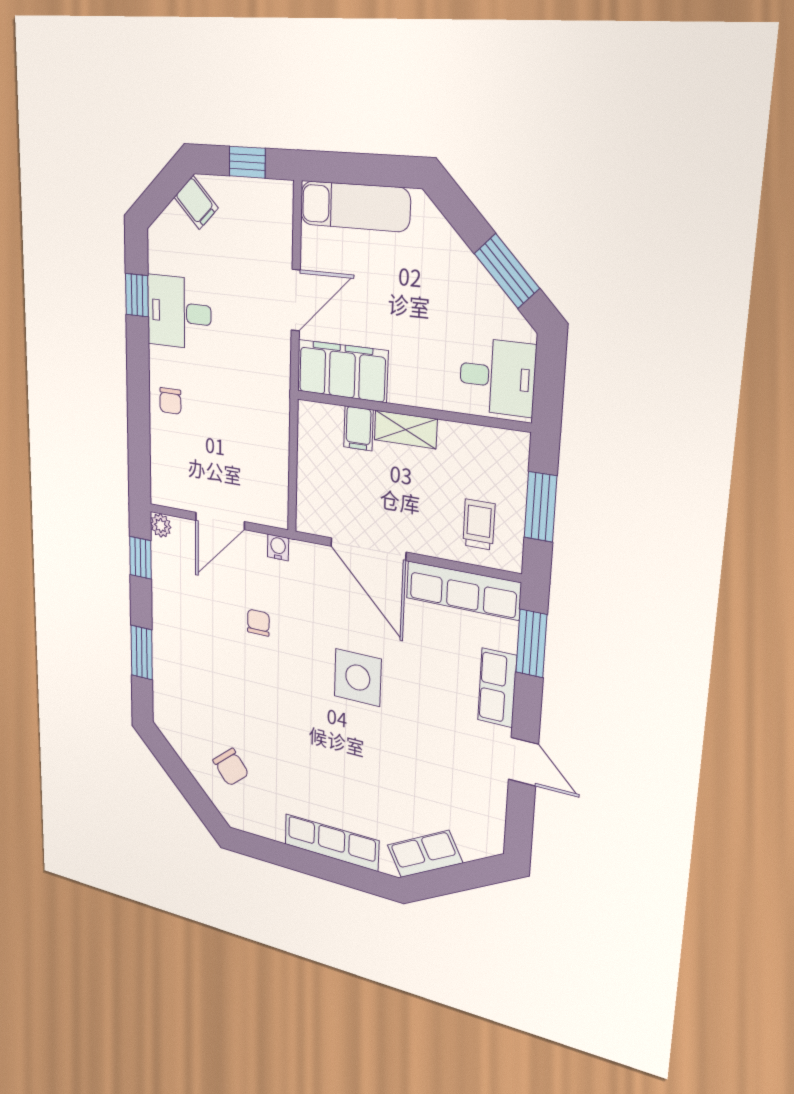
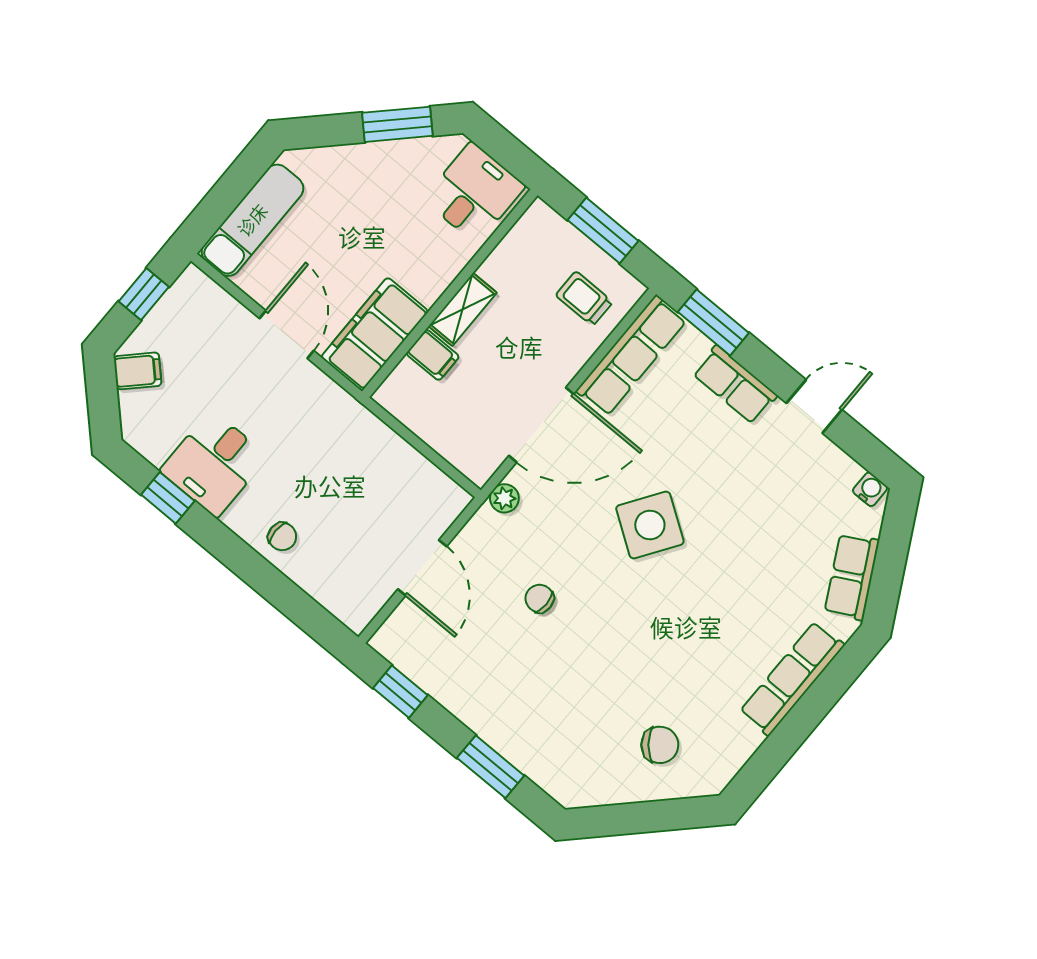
plant: (161, 525) -> (504, 498), moved
water cooler: (278, 547) -> (870, 489), moved, turned 90
side table: (358, 678) -> (650, 525), turned 34

